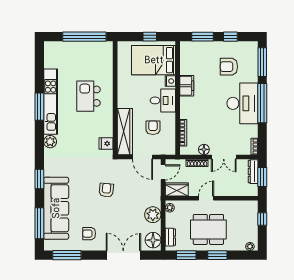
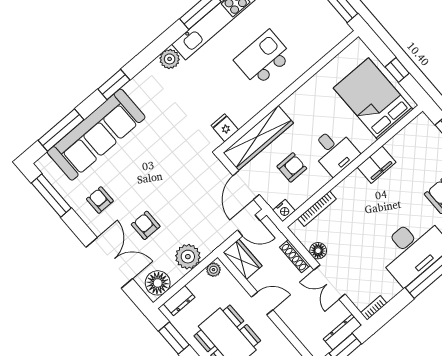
nightstand: (170, 81) -> (284, 211), moved
armchair: (106, 190) -> (146, 225), moved, turned -96

